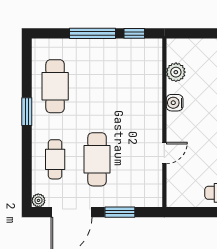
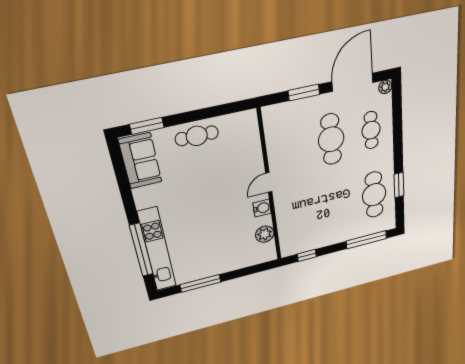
window: (92, 33) -> (366, 240), moved
window: (27, 112) -> (399, 185), moved
door: (164, 153) -> (269, 182), moved

